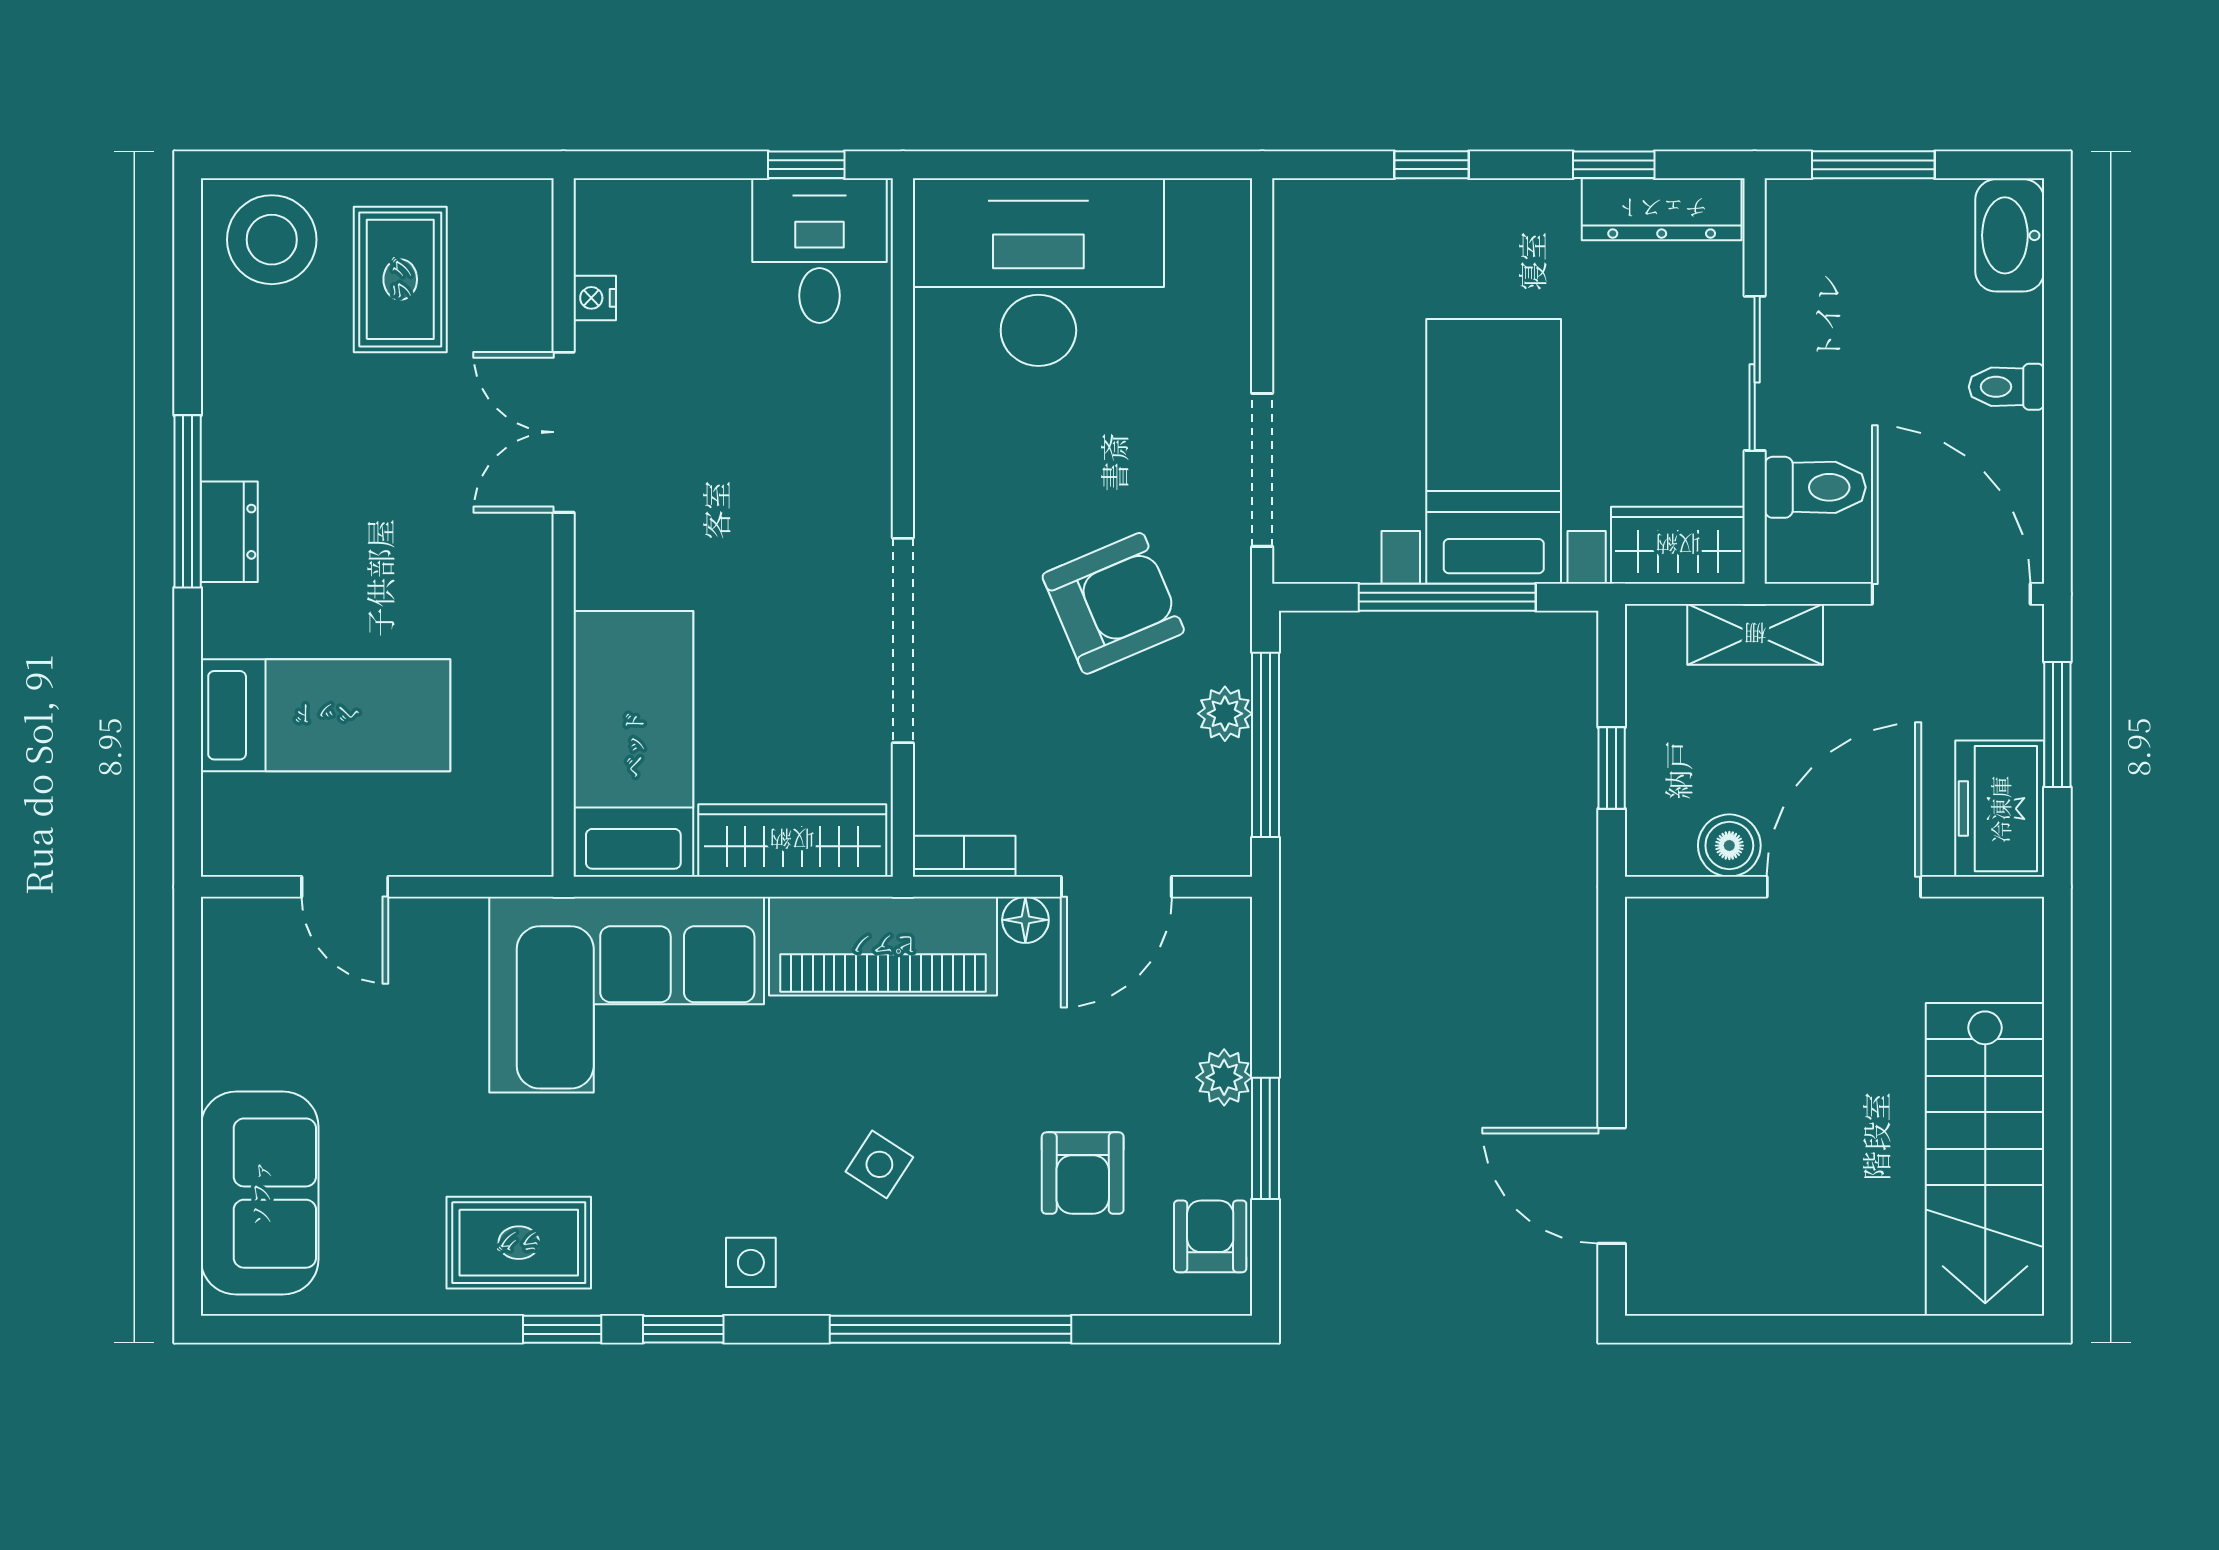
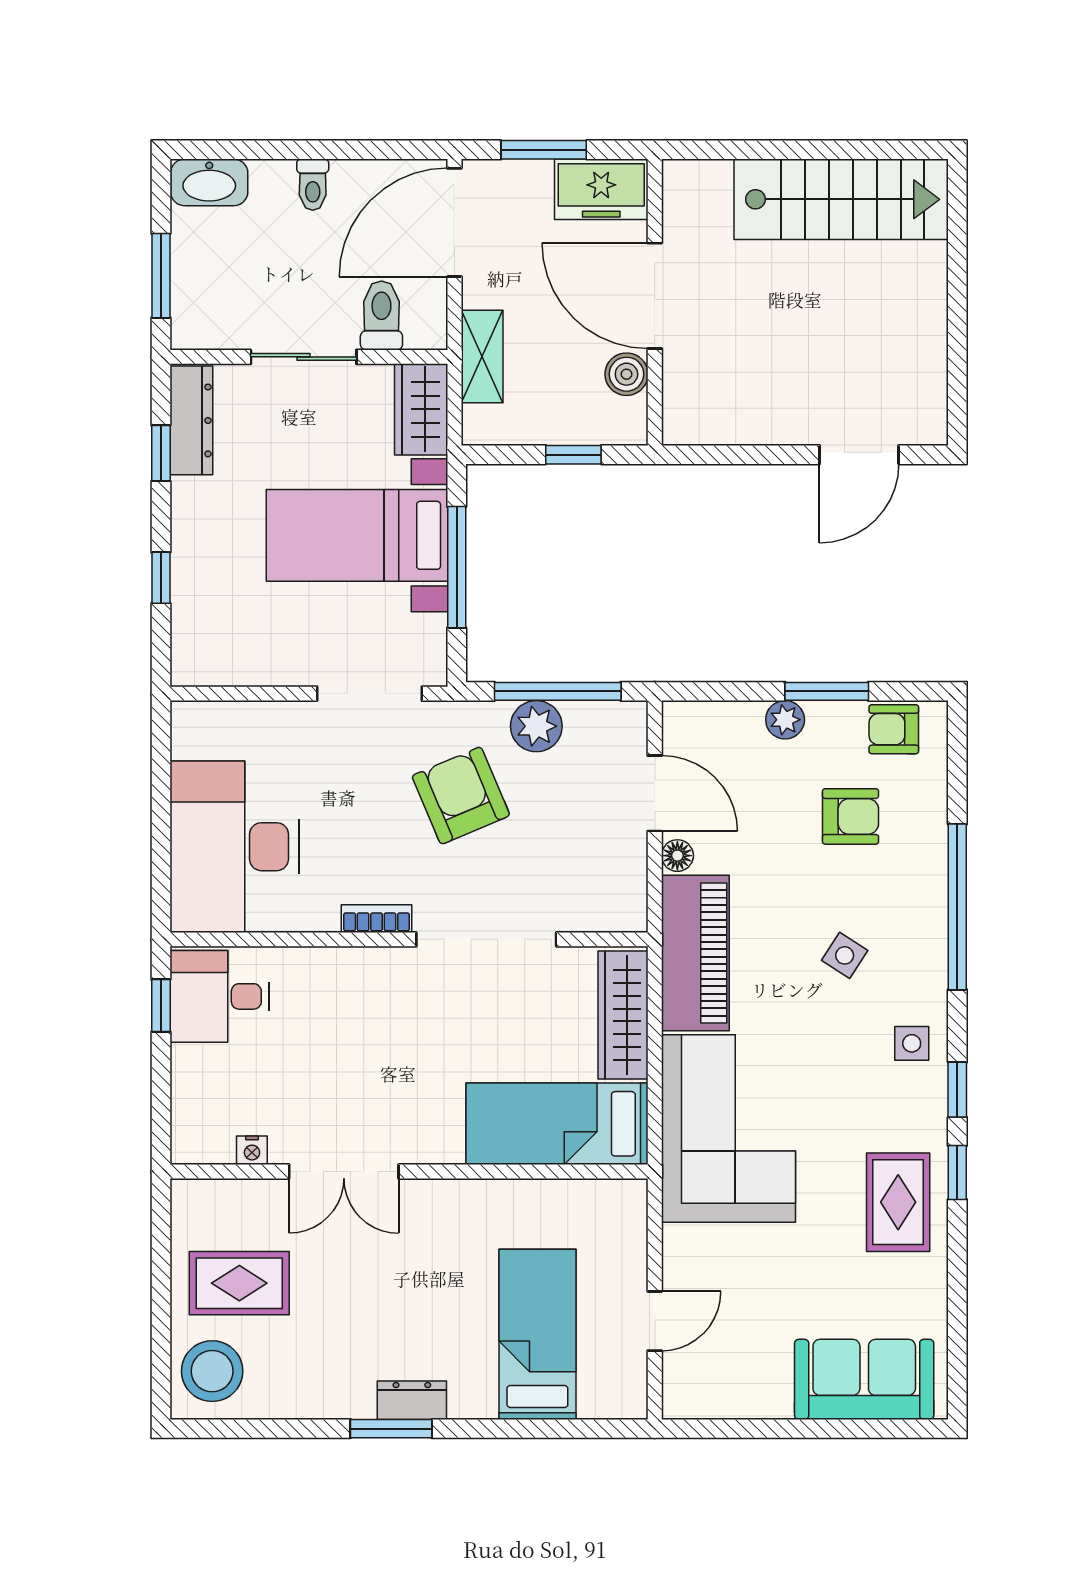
window: (188, 501) -> (391, 1429), width x0.69
plant: (1225, 714) -> (536, 726), width x1.38, depth x1.38
bookcase: (964, 856) -> (377, 919), moved, turned 90

